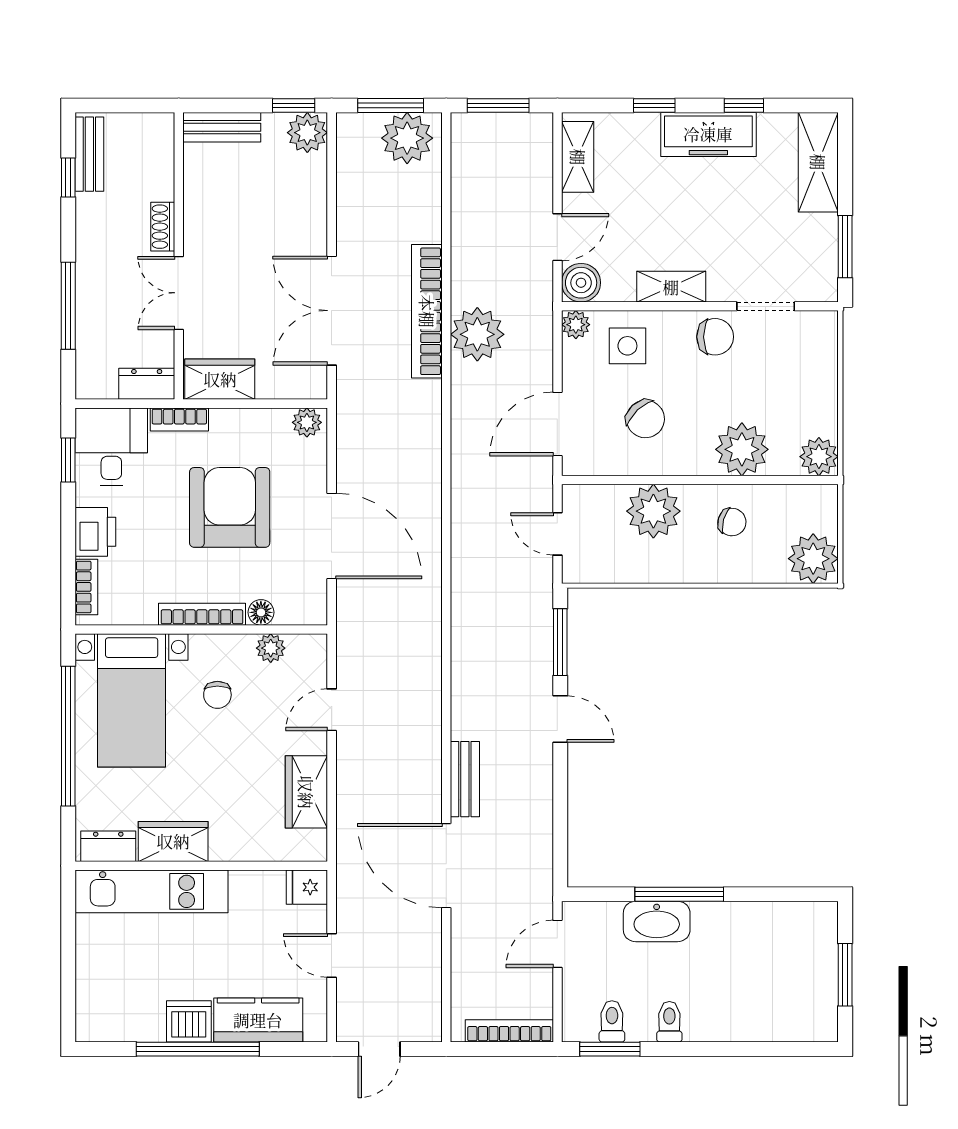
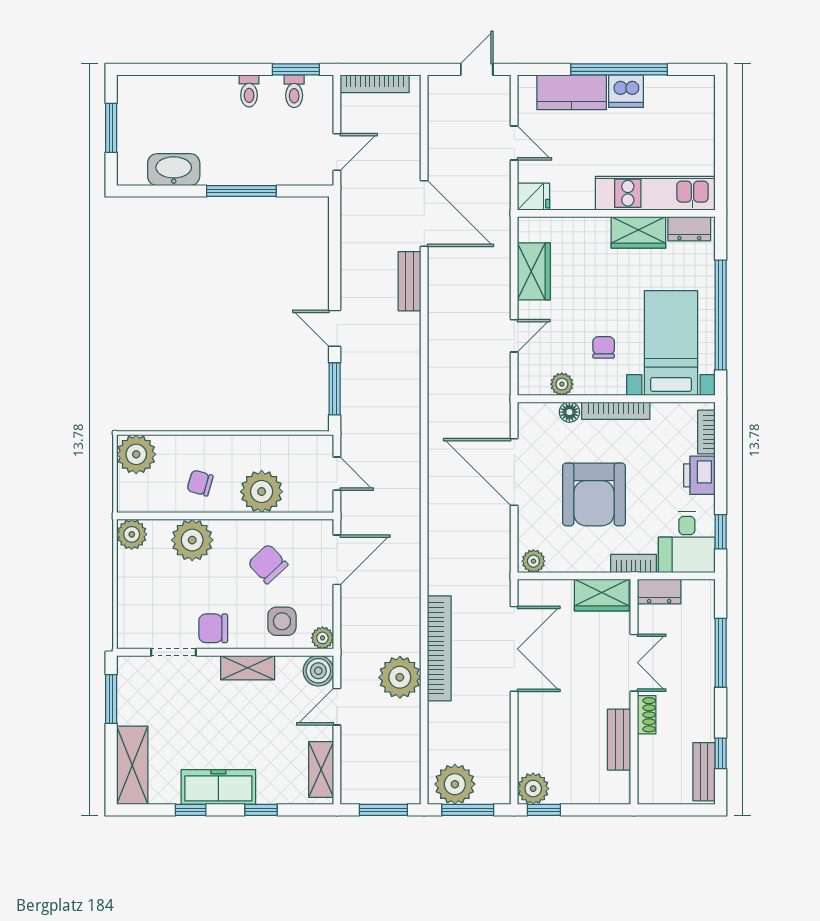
bench: (222, 127) -> (619, 740), moved, turned 90
plant: (477, 334) -> (400, 677), moved
washbasin: (657, 921) -> (174, 170), moved

